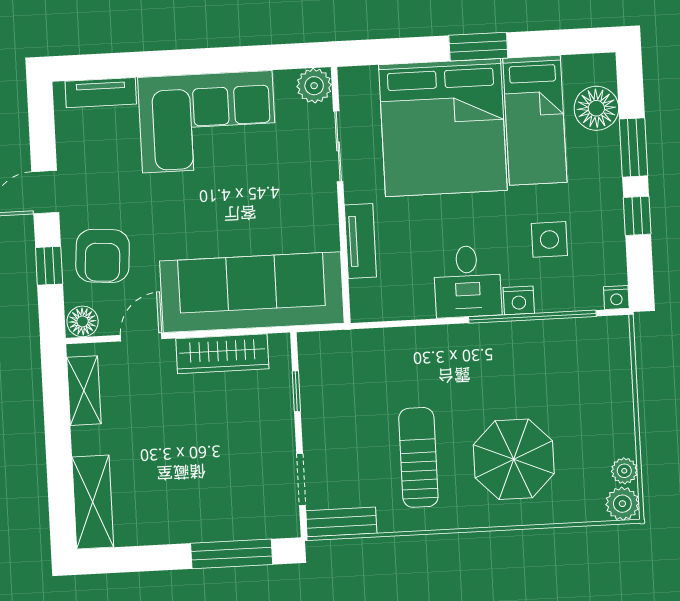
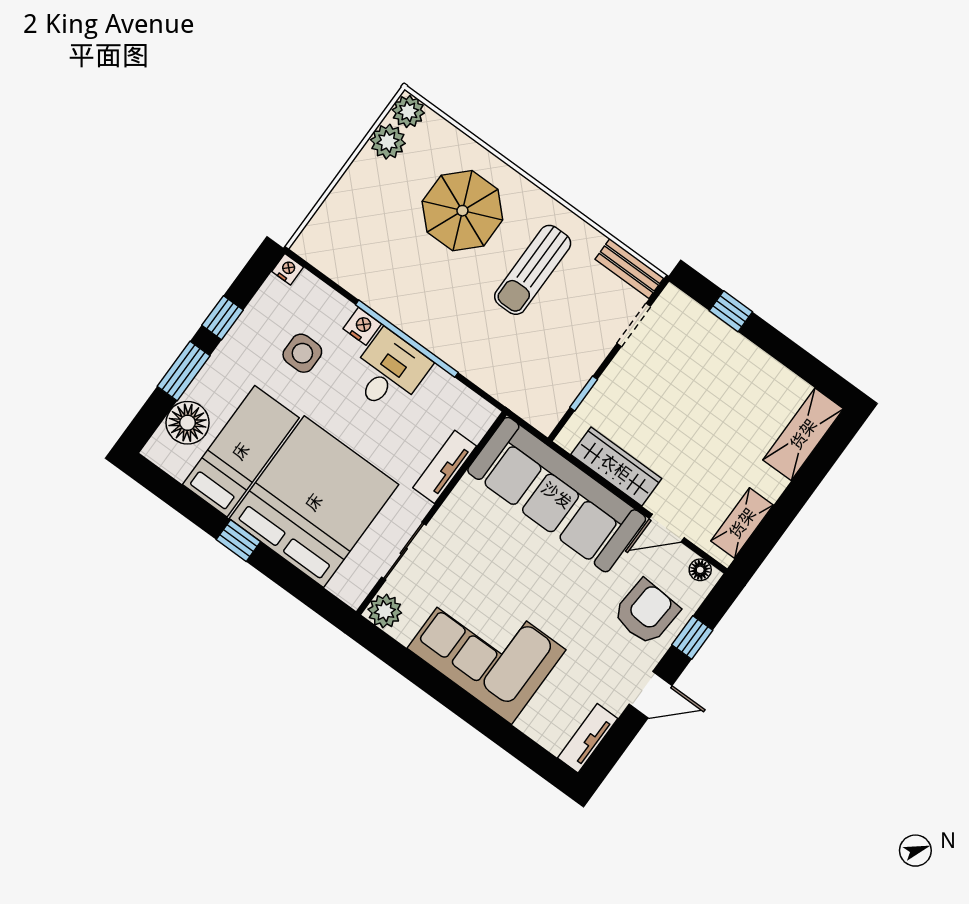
window: (478, 47) -> (238, 541), width x0.67
tv unit: (101, 93) -> (588, 738), moved, turned -90
window: (532, 317) -> (407, 339), moved
floor lamp: (83, 321) -> (700, 570), width x0.73, depth x0.73
plant: (624, 471) -> (388, 142), width x1.38, depth x1.38
window: (232, 554) -> (731, 311), width x0.46

